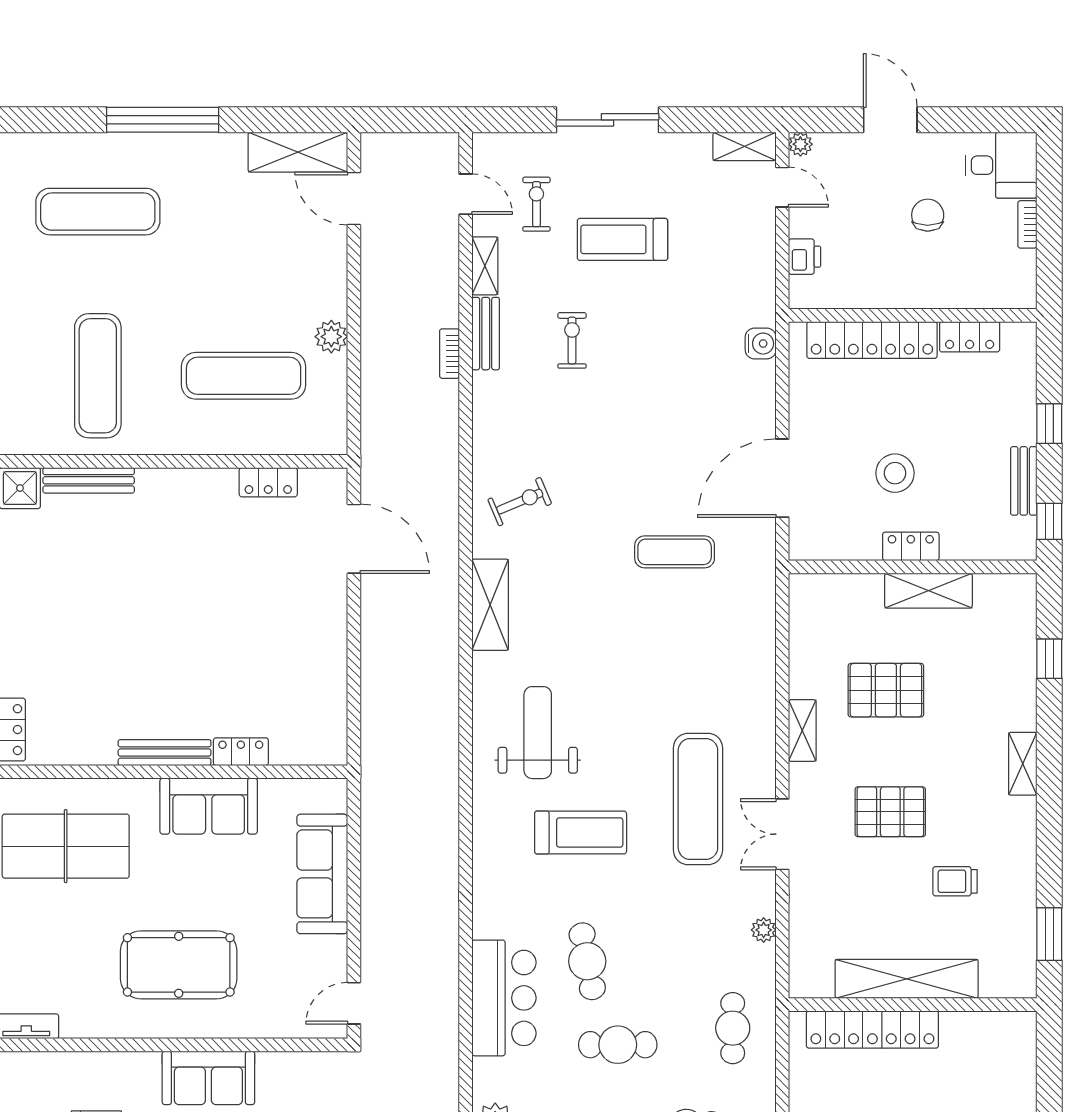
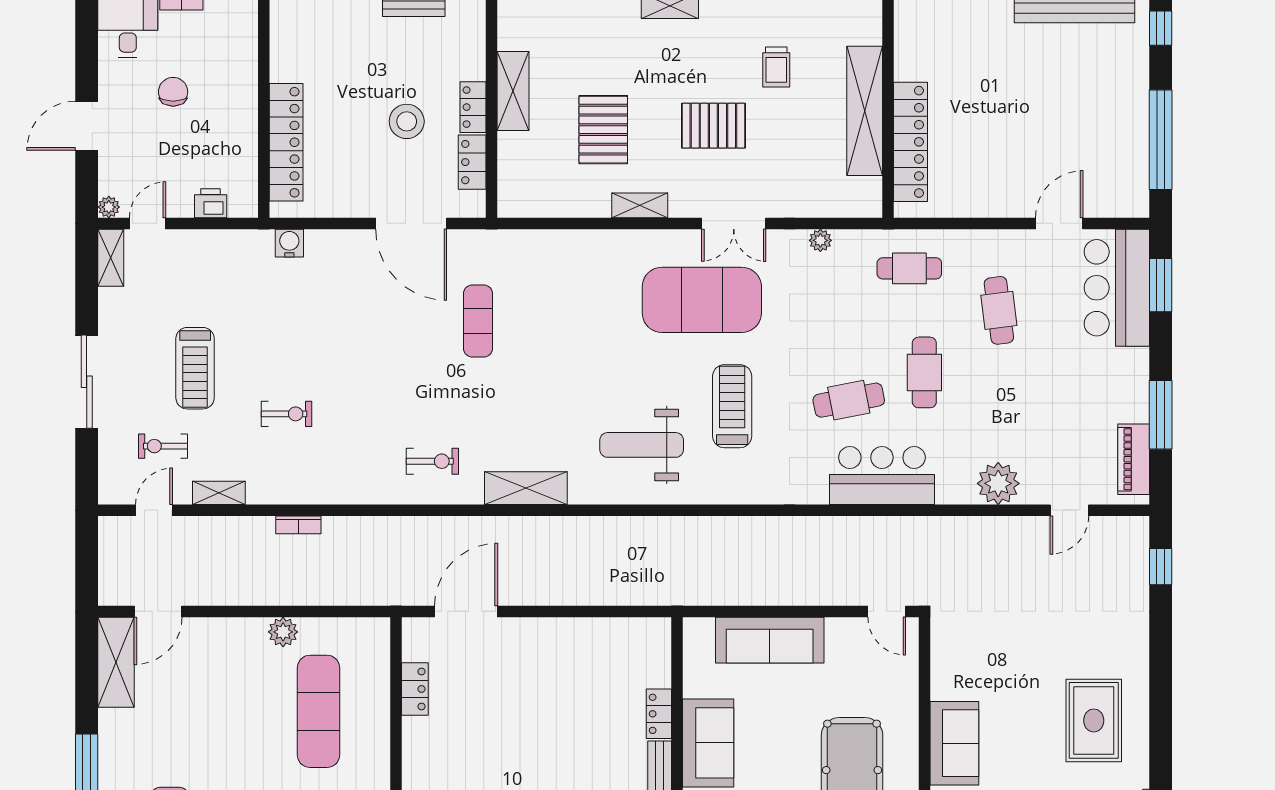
chair: (928, 215) -> (173, 92), turned 90
bench: (486, 334) -> (280, 492), removed
locker: (970, 337) -> (472, 162), moved, turned 180
exercise bike: (572, 340) -> (287, 414), turned 180
exercise bike: (520, 502) -> (432, 461), turned 113
exercise mat: (698, 799) -> (702, 300), width x1.47
pallet: (890, 812) -> (713, 126), turned 90

